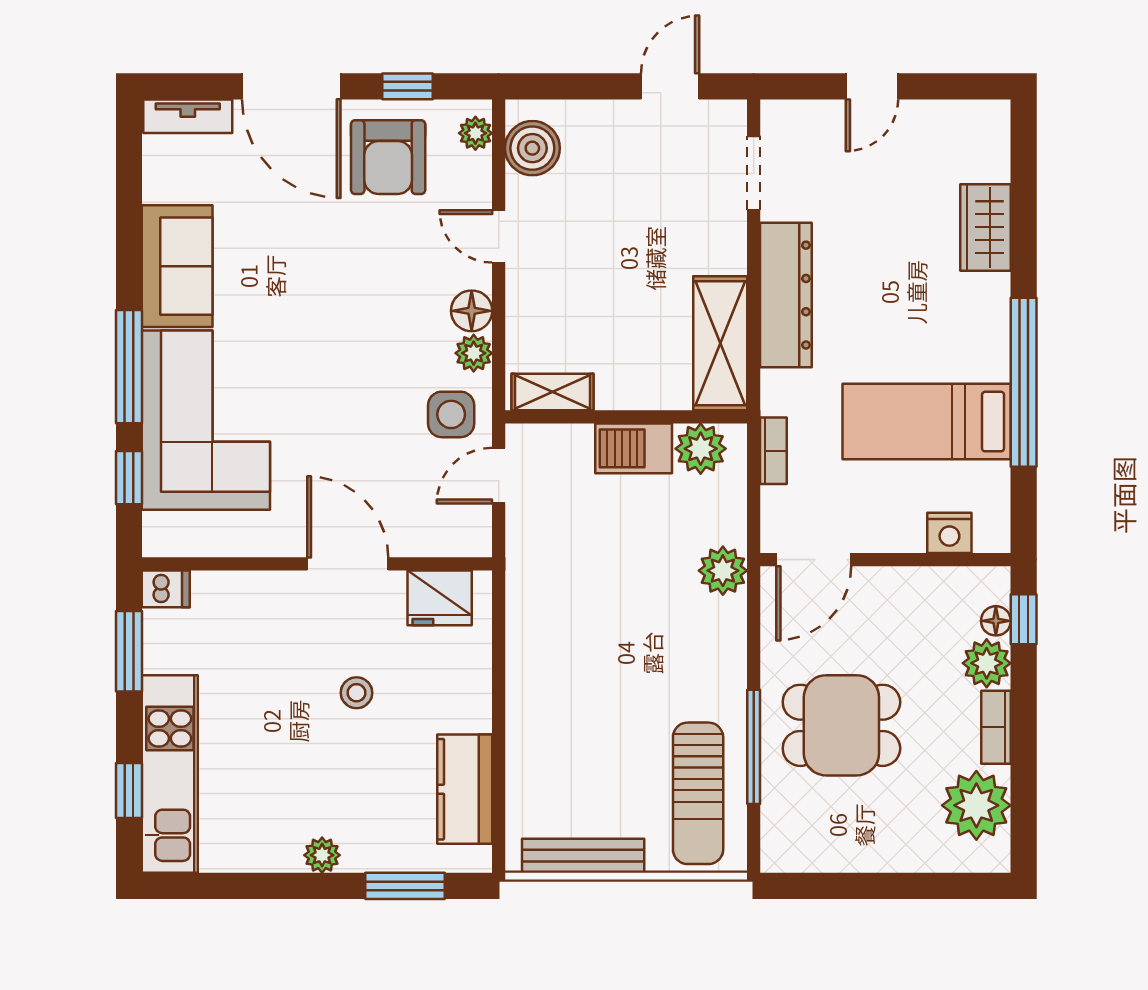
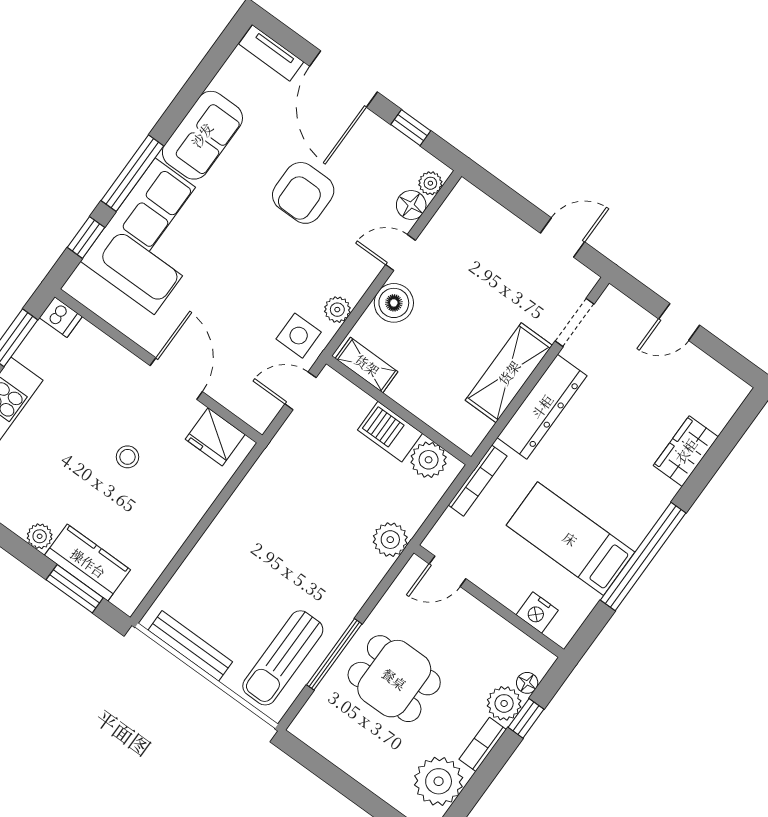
boiler: (532, 148) -> (394, 303), moved
armchair: (388, 157) -> (303, 193), moved
door: (499, 236) -> (401, 253), hinge flipped
floor lamp: (472, 311) -> (411, 205), moved
shelving: (720, 343) -> (509, 373), moved
bookcase: (773, 451) -> (478, 481), width x1.56
door: (814, 560) -> (448, 571), width x0.73
window: (1024, 619) -> (526, 718), moved
kitchen counter: (465, 789) -> (88, 563), moved, turned 90

